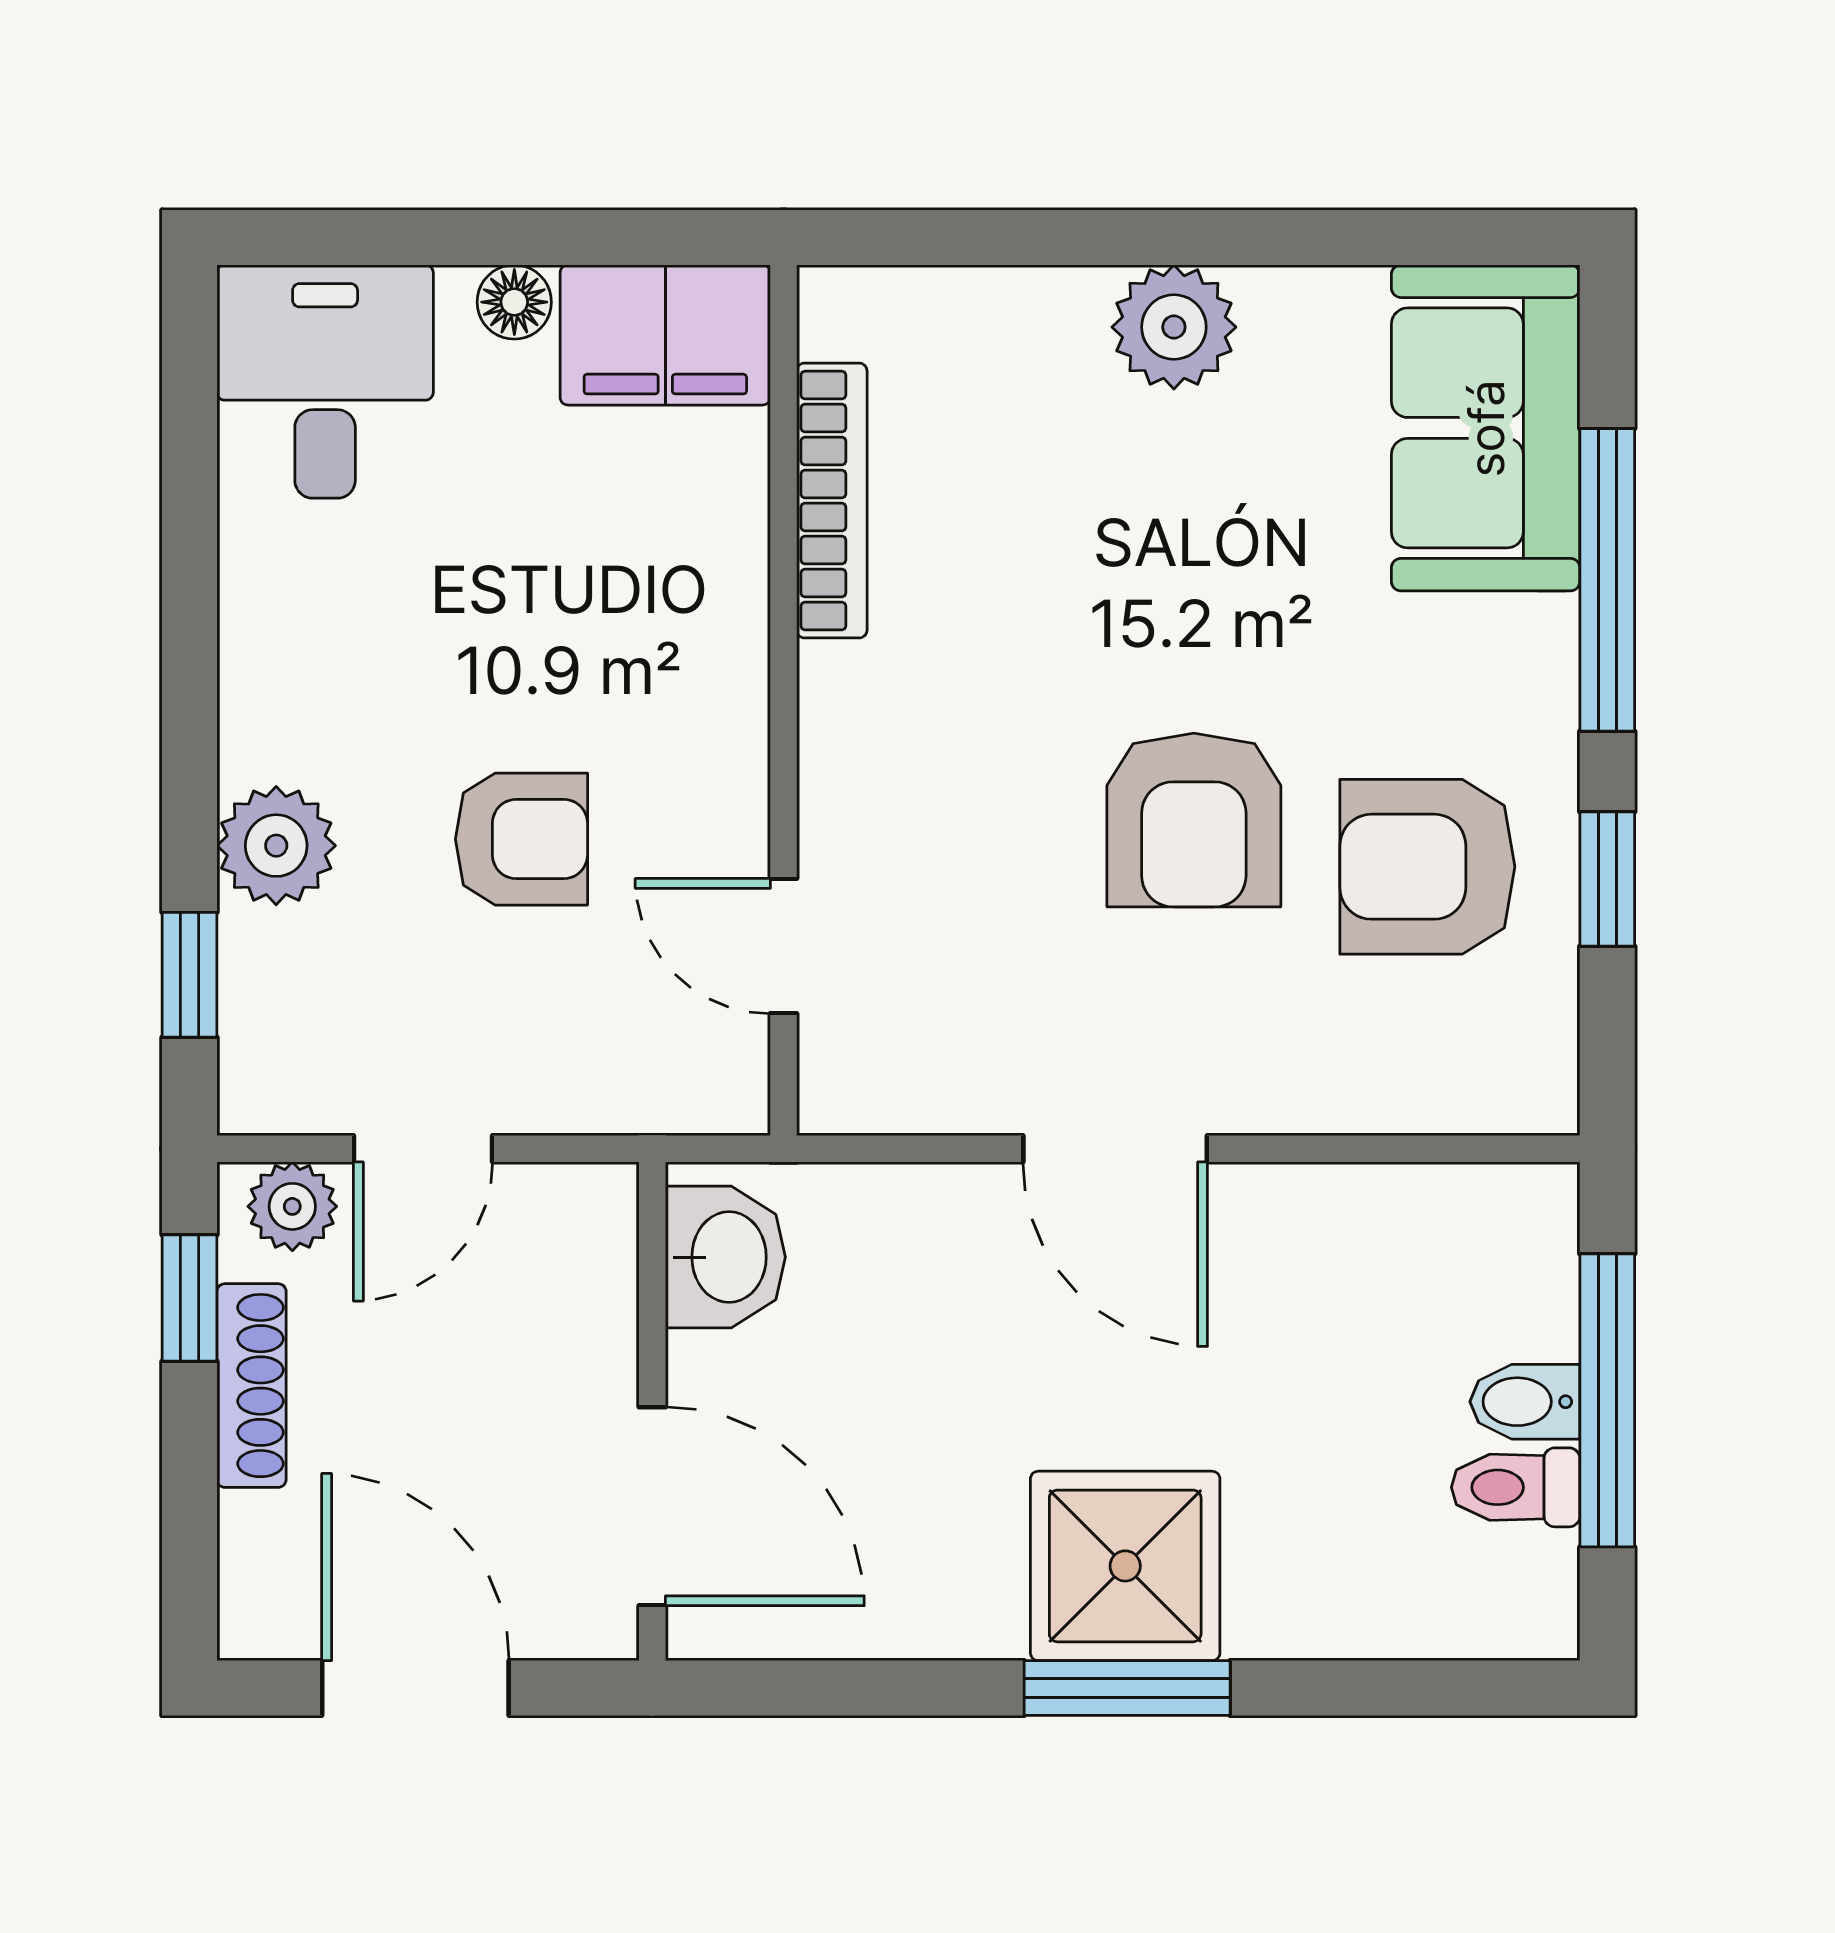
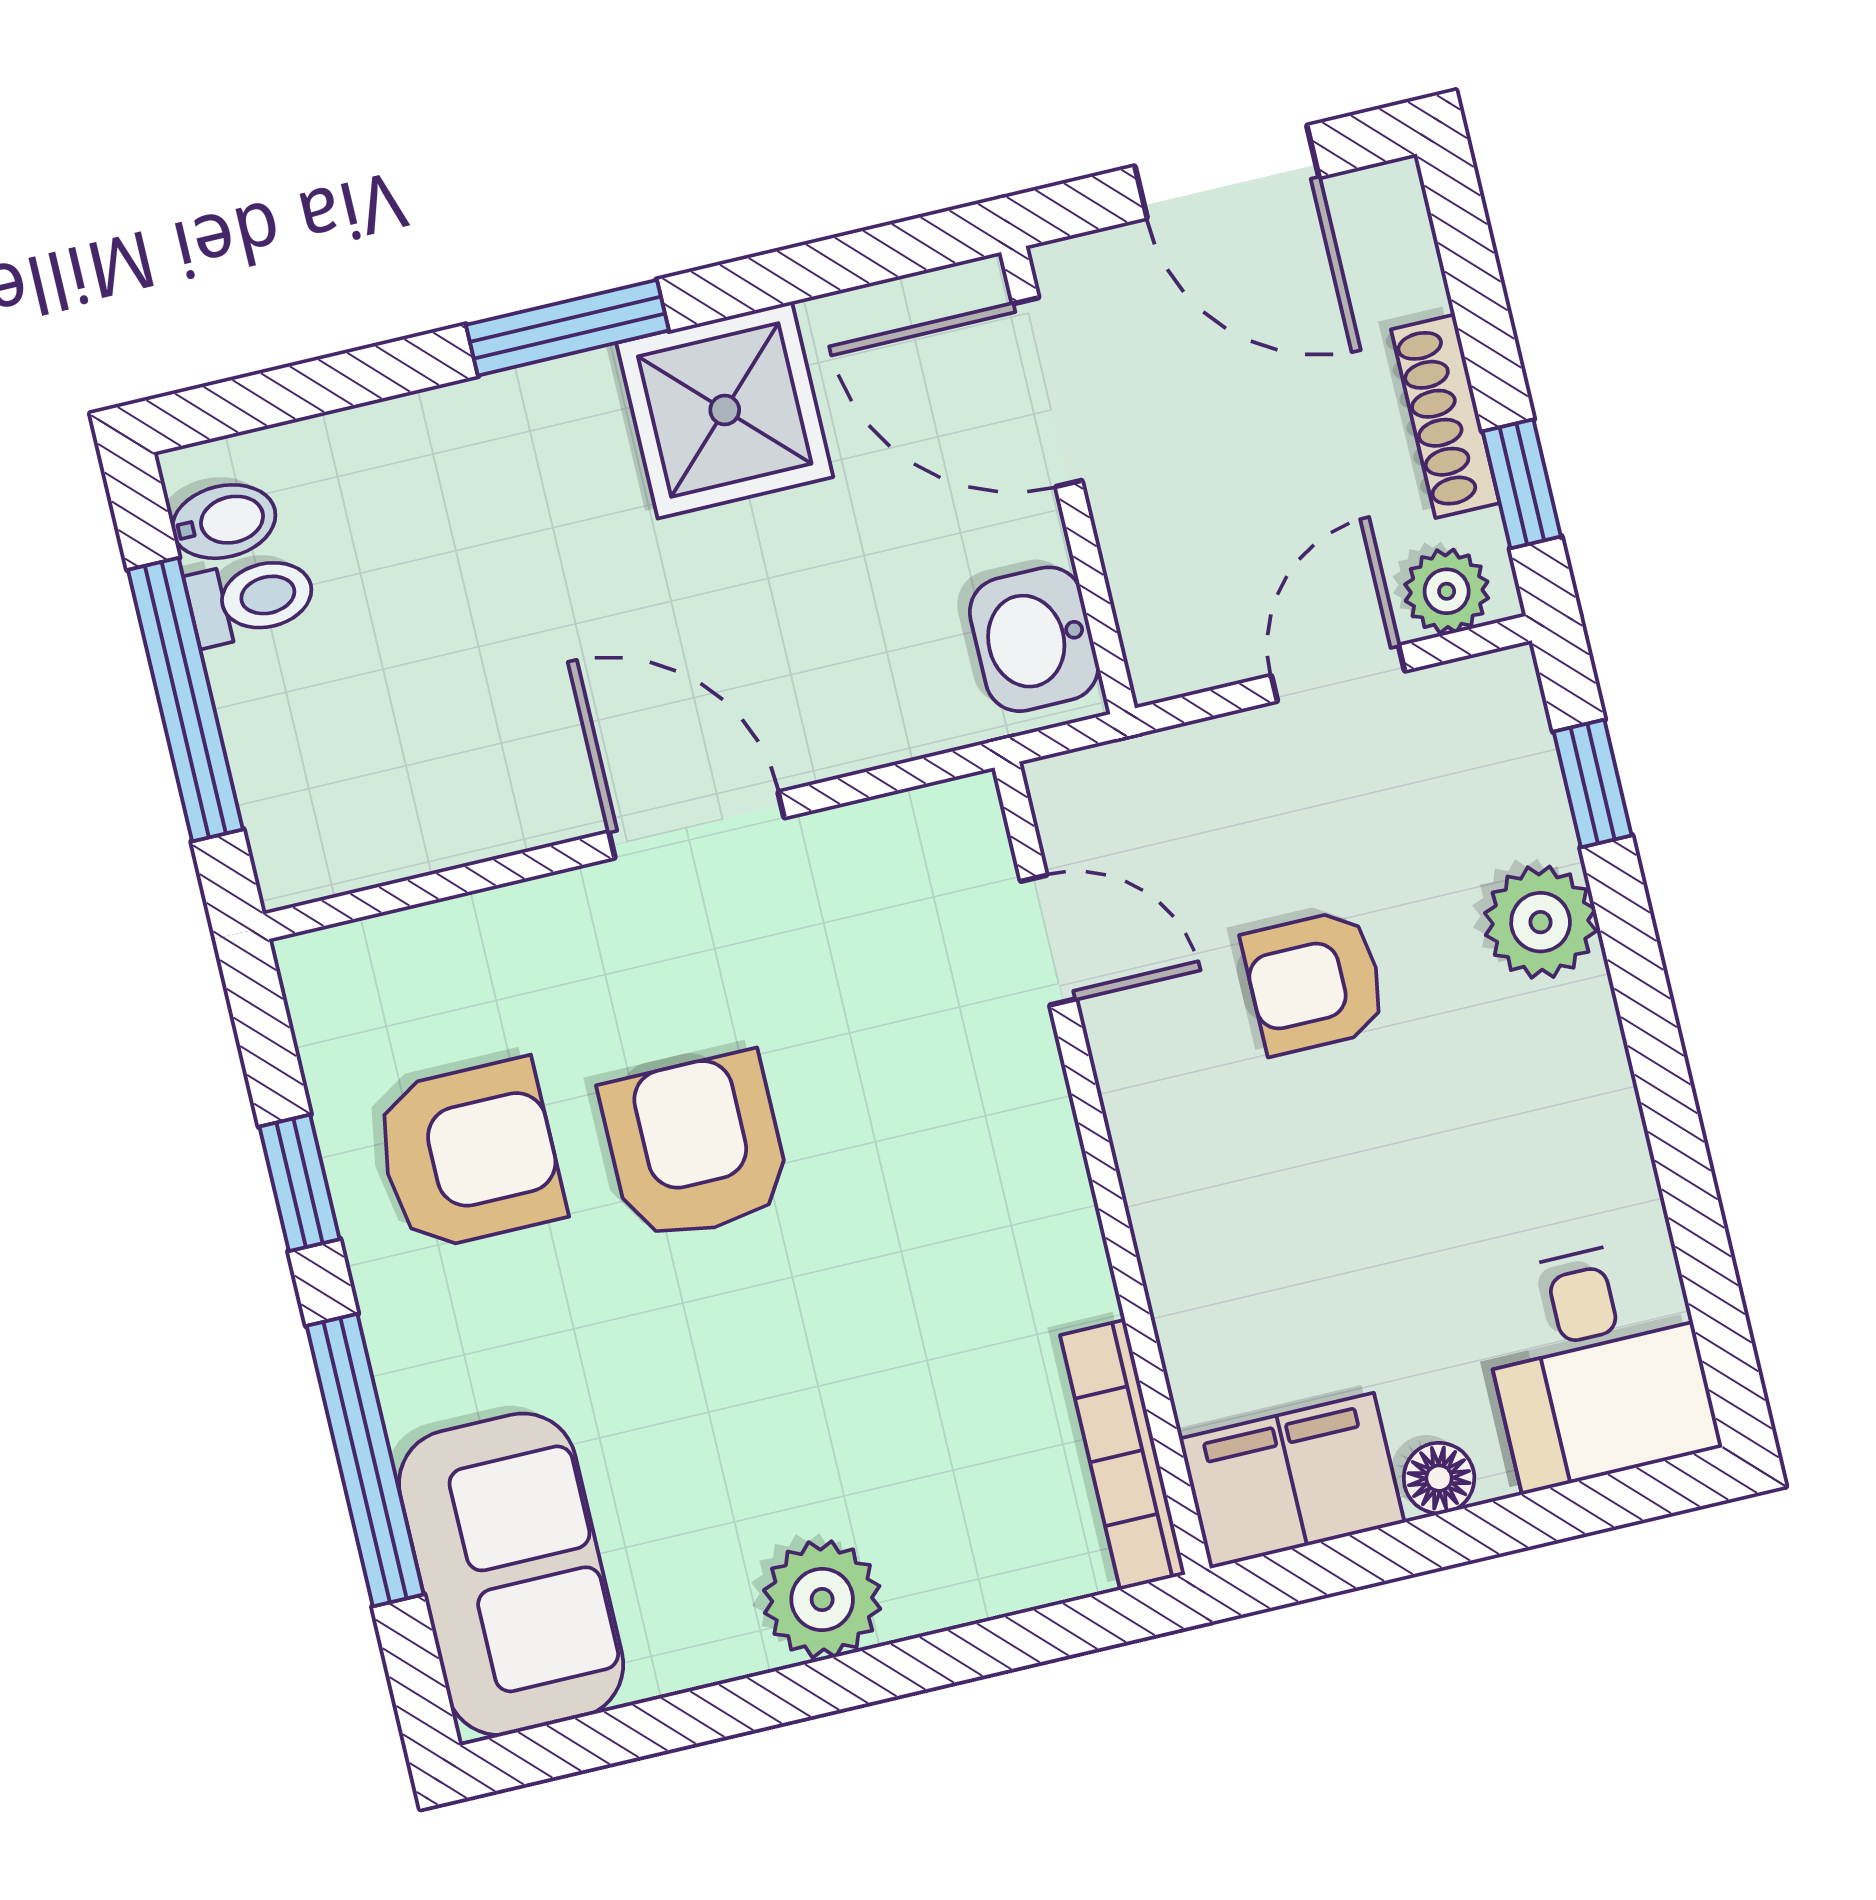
bookcase: (832, 501) -> (1123, 1455), moved
bidet: (1525, 1402) -> (224, 522), moved
shower: (1125, 1566) -> (725, 410), moved

